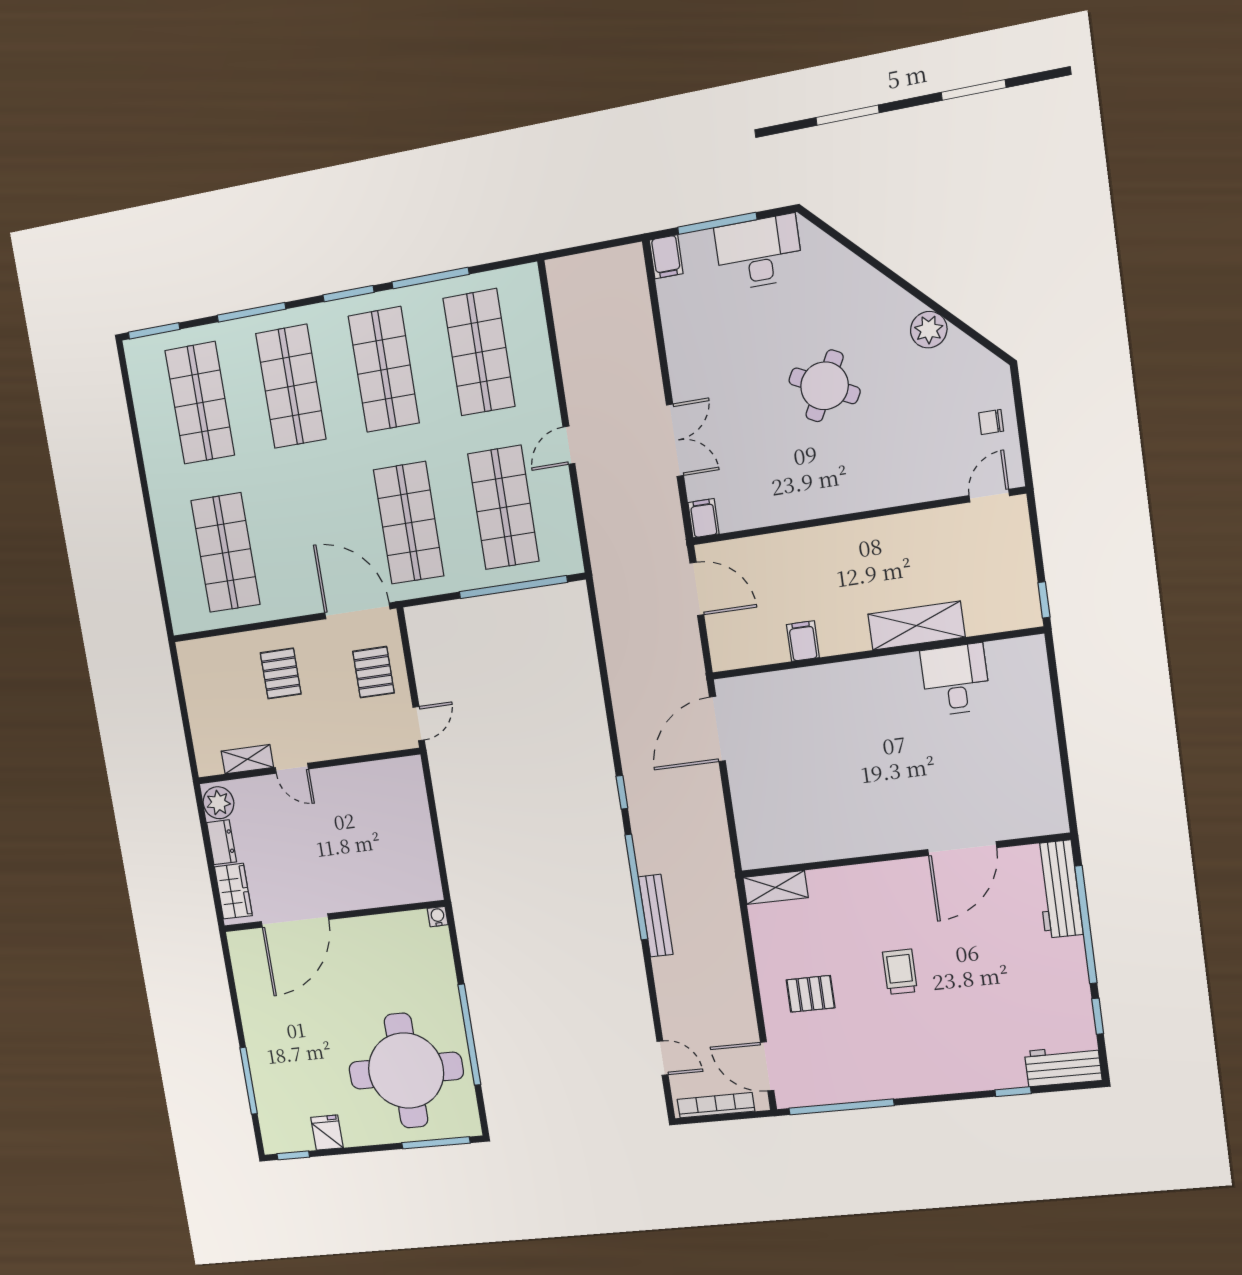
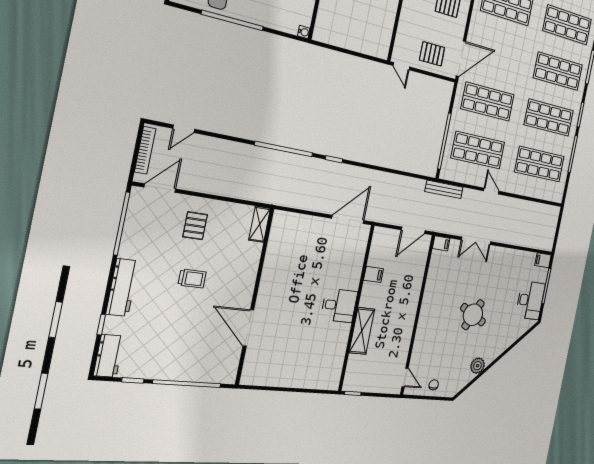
desk: (955, 680) -> (339, 305), moved
door: (717, 729) -> (348, 219), hinge flipped
workbench: (1058, 889) -> (122, 287), moved, turned 90
bench: (656, 916) -> (444, 189), moved

